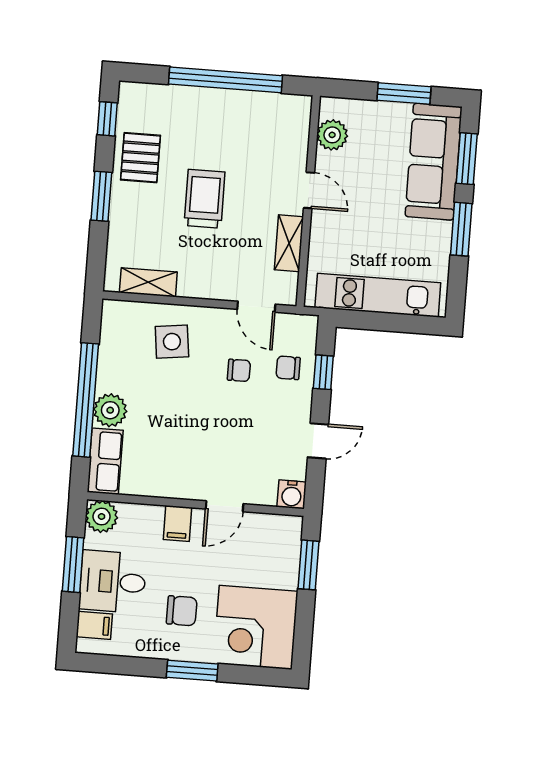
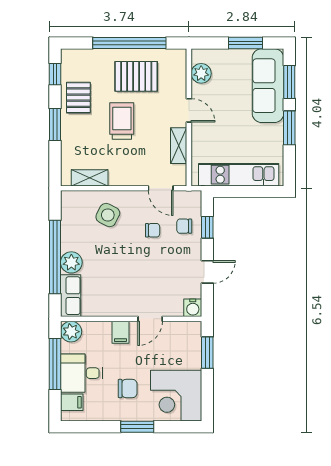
pallet: (232, 132) -> (136, 76), added
side table: (172, 342) -> (108, 215), turned 34
window: (73, 565) -> (55, 364), width x1.44

